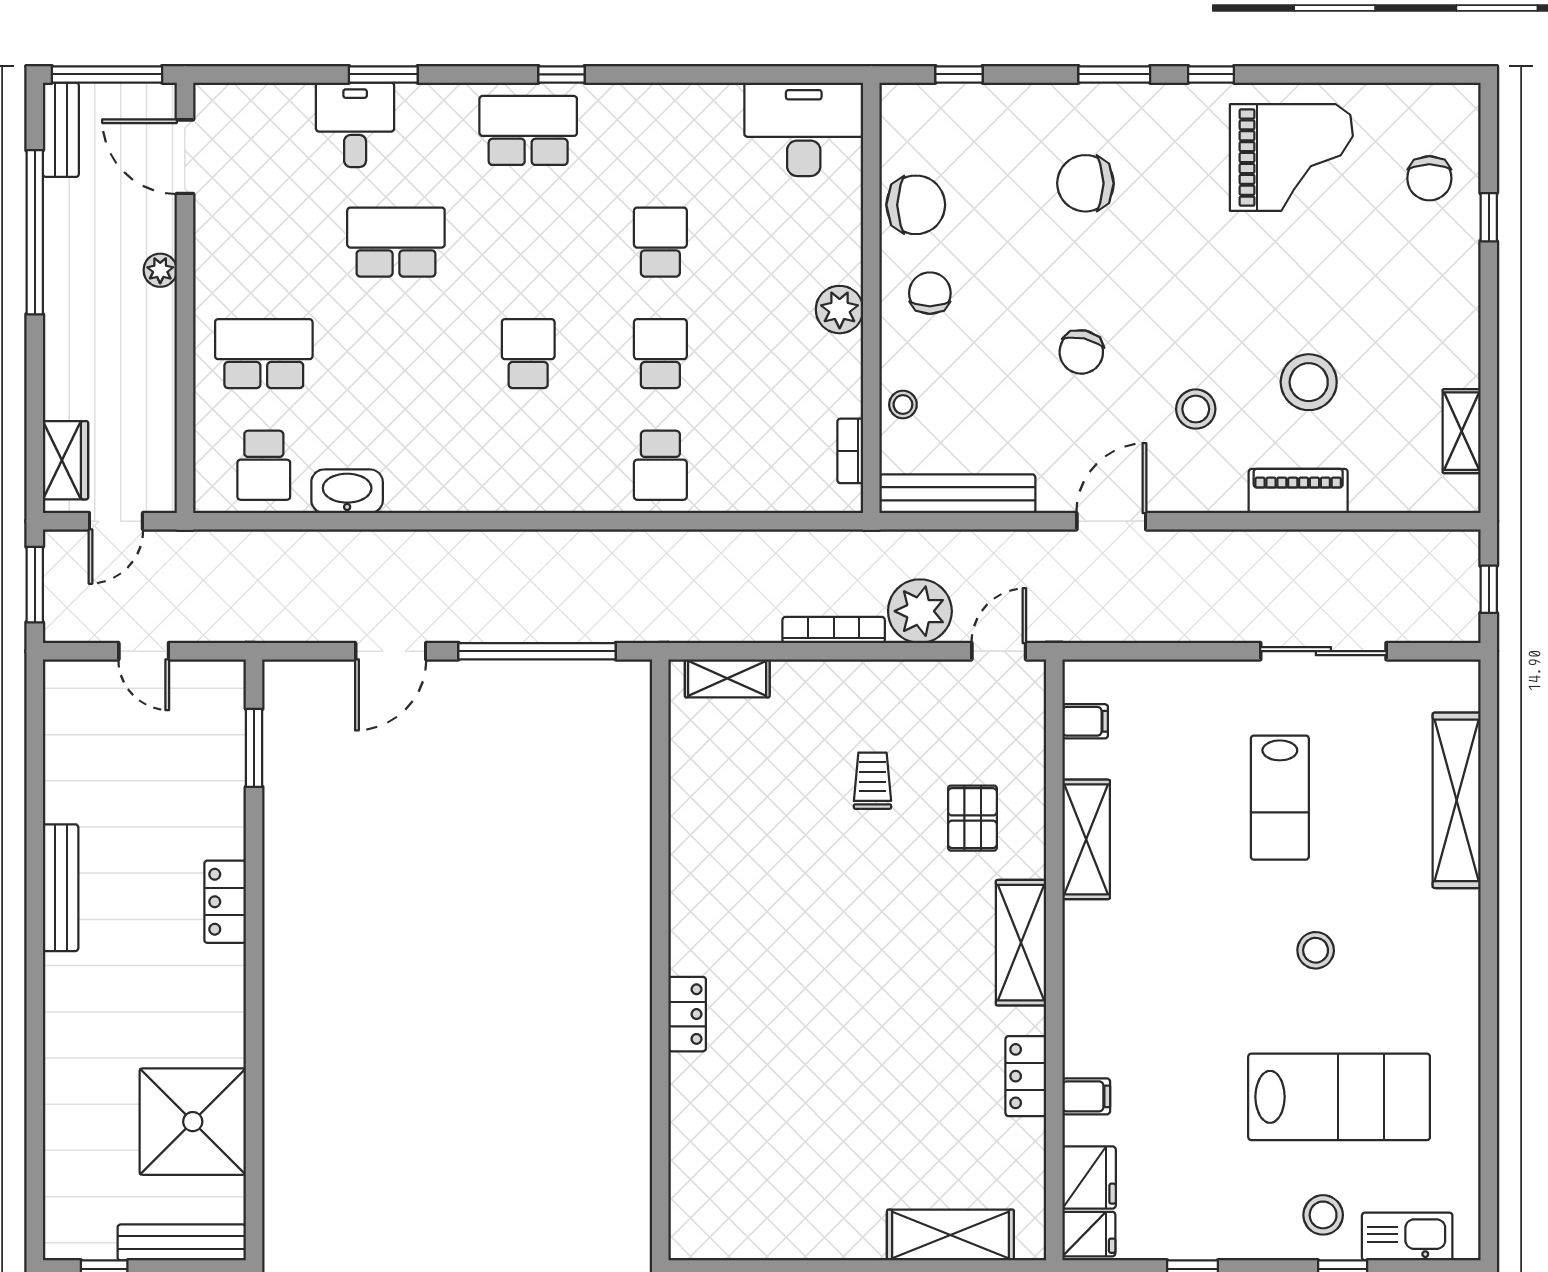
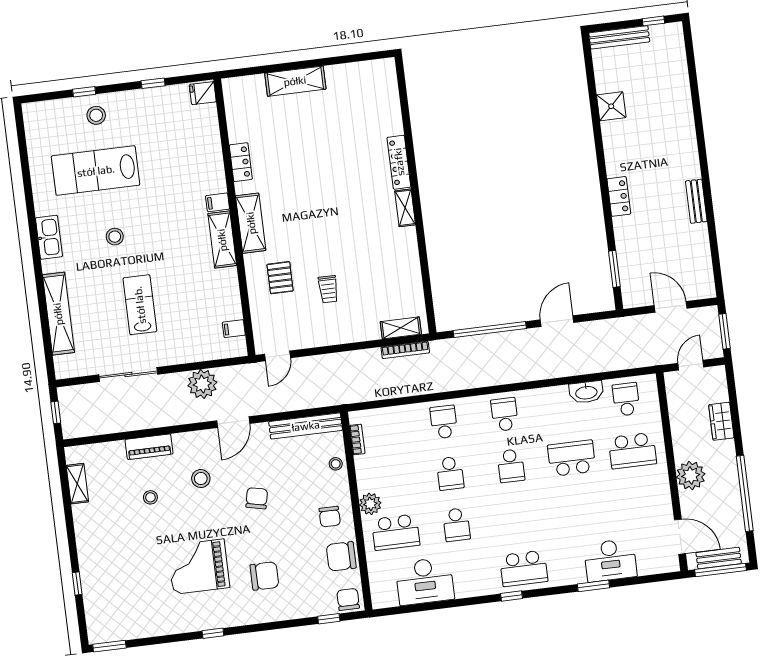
window: (1114, 74) -> (109, 646), moved
desk: (355, 125) -> (610, 560), width x1.37
desk: (804, 129) -> (425, 581), moved
bench: (61, 130) -> (719, 558), moved, turned 90
grand piano: (1291, 158) -> (199, 567), moved
chair: (1429, 178) -> (348, 599), moved
school desk: (396, 242) -> (572, 458), moved, turned 180
school desk: (793, 242) -> (396, 532), added
plant: (160, 270) -> (691, 476), width x1.88, depth x1.88
stool: (1309, 382) -> (150, 497), width x0.53, depth x0.53
wardrobe: (66, 460) -> (721, 421), moved
school desk: (528, 465) -> (504, 414), added
plant: (920, 611) -> (202, 384), moved
bookcase: (834, 630) -> (405, 350), moved
door: (144, 651) -> (671, 307), width x1.38
shelving: (1086, 839) -> (222, 240), moved
bench: (61, 888) -> (696, 201), width x0.73
shelving: (686, 934) -> (405, 208), added
locker: (687, 1014) -> (399, 162), width x1.53
filing cabinet: (1086, 1096) -> (218, 202), moved
shower: (193, 1122) -> (611, 106), width x0.54, depth x0.54
fridge: (1089, 1177) -> (206, 119), removed
shelving: (950, 1235) -> (295, 81), moved
kitchen sink: (1407, 1237) -> (49, 237), moved, turned -90

